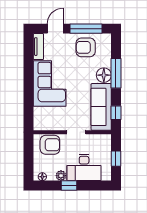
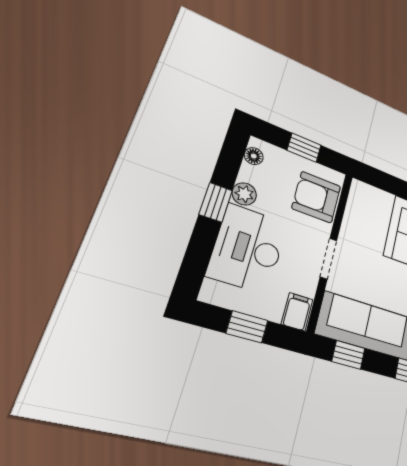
filing cabinet: (104, 140) -> (297, 312), added
armchair: (50, 145) -> (317, 197), turned 90
window: (29, 156) -> (304, 148), added

